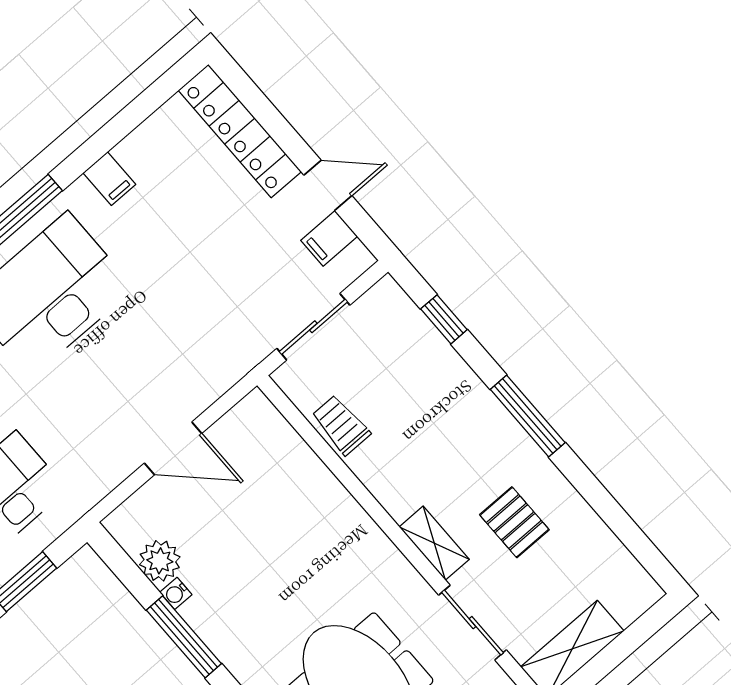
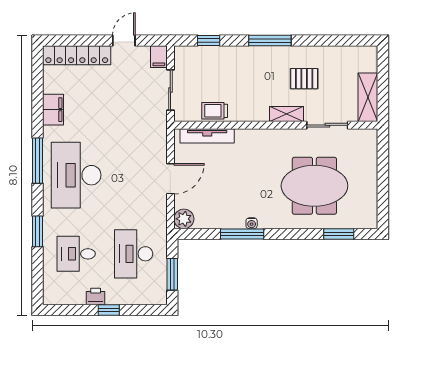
filing cabinet: (109, 179) -> (53, 110), width x2.00
filing cabinet: (329, 238) -> (159, 57), moved
tv unit: (291, 448) -> (207, 136), added
plant: (160, 561) -> (184, 219), moved
water cooler: (176, 593) -> (252, 223), moved

